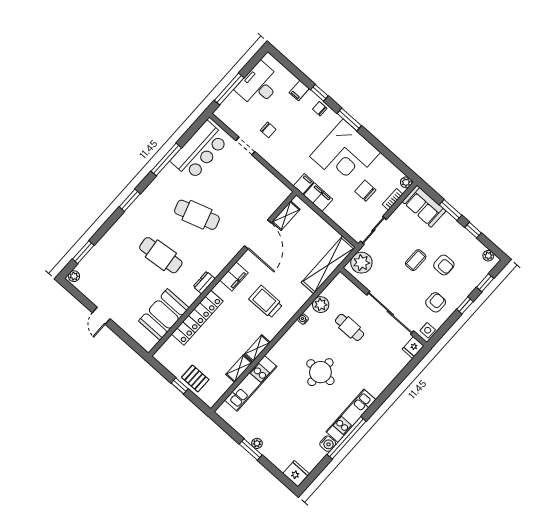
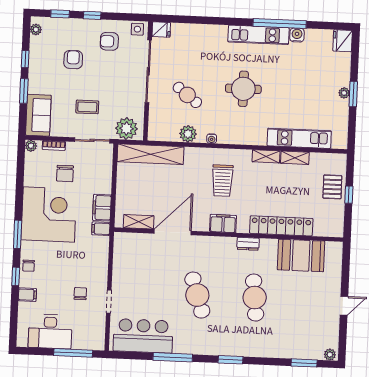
coffee table: (416, 260) -> (87, 107), moved
cafe table: (350, 327) -> (187, 95), turned -52

